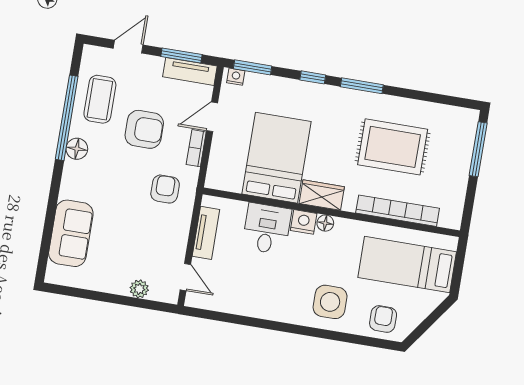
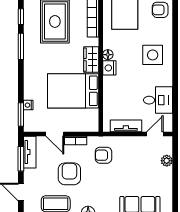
nightstand: (236, 77) -> (28, 105), moved
window: (313, 77) -> (21, 17), moved
desk: (267, 229) -> (158, 100), moved, turned 180
side table: (330, 302) -> (153, 55), moved

